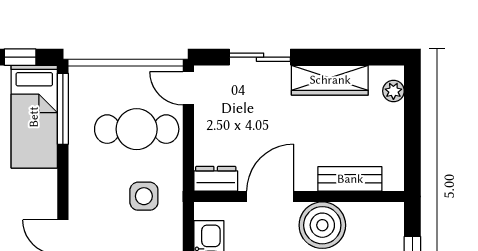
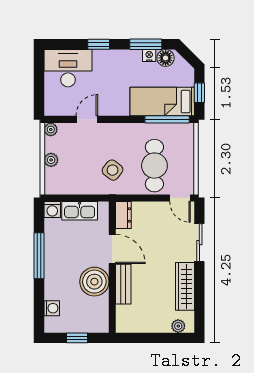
door: (188, 88) -> (180, 198), swing flipped
bench: (350, 179) -> (123, 284), moved
side table: (144, 196) -> (113, 170), turned 38

